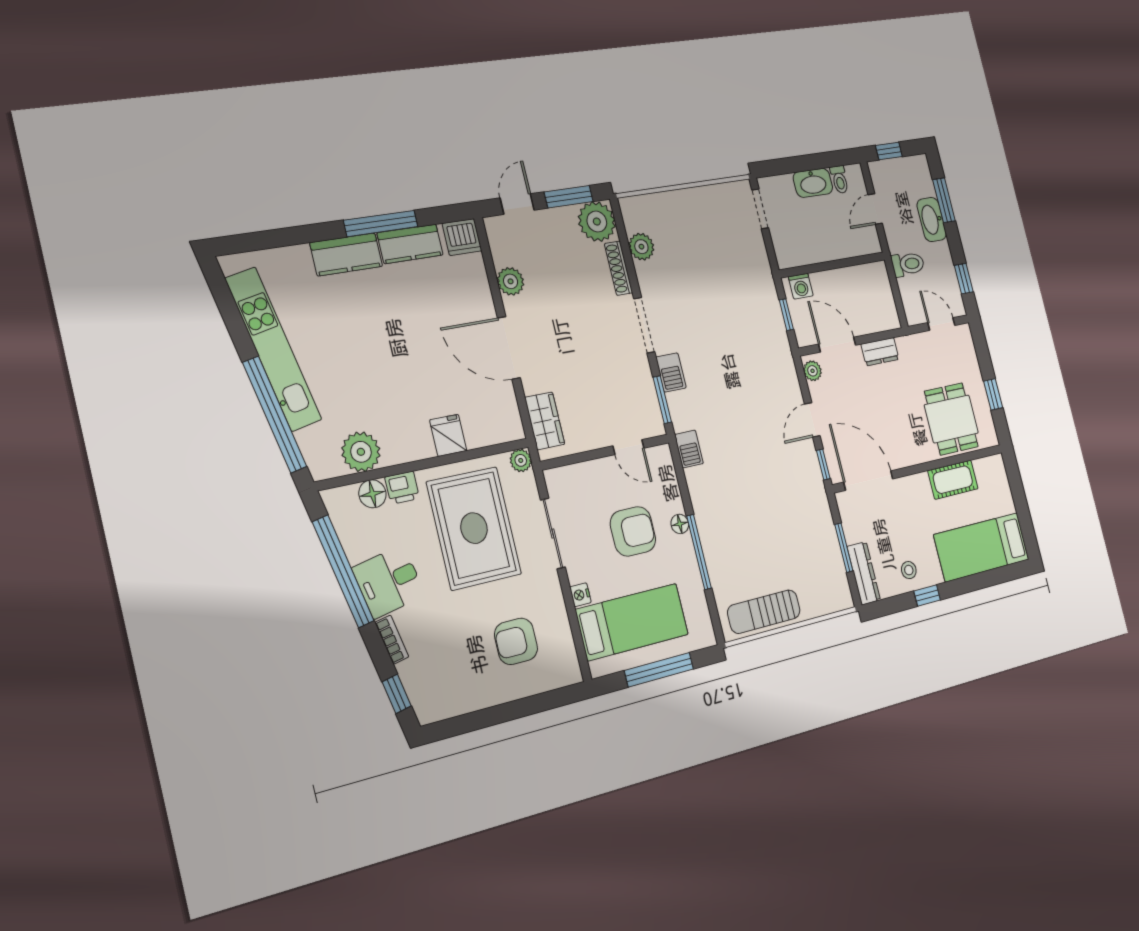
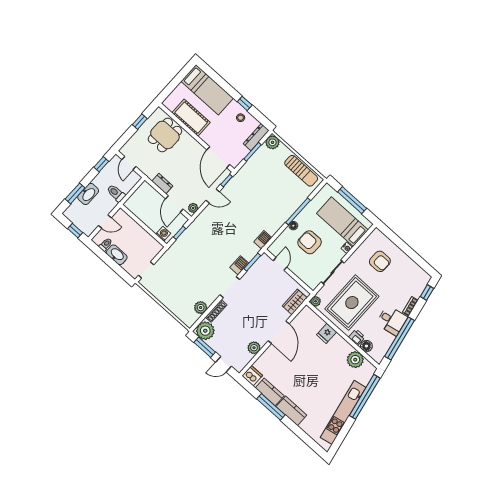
cot: (953, 480) -> (191, 118), width x1.37, depth x1.34
plant: (839, 596) -> (272, 142), added

